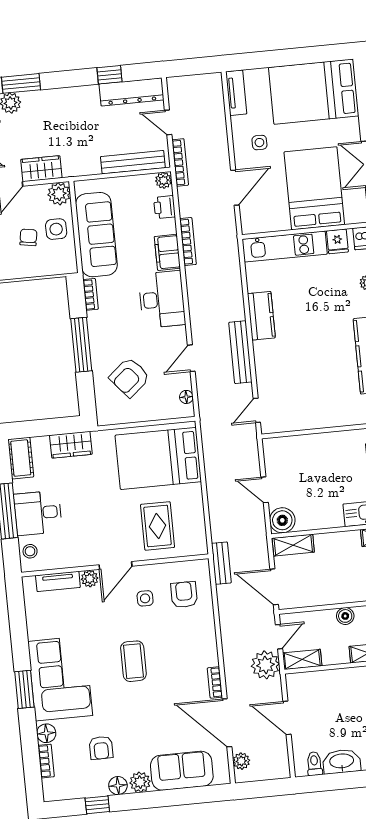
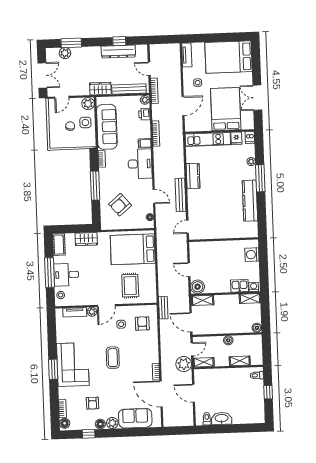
dresser: (131, 92) -> (118, 52), moved
wardrobe: (41, 169) -> (100, 89), moved
filing cabinet: (167, 252) -> (145, 143), width x0.50
door: (191, 358) -> (154, 196), swing flipped
floor lamp: (46, 733) -> (65, 423), moved
plant: (241, 761) -> (168, 415), removed

